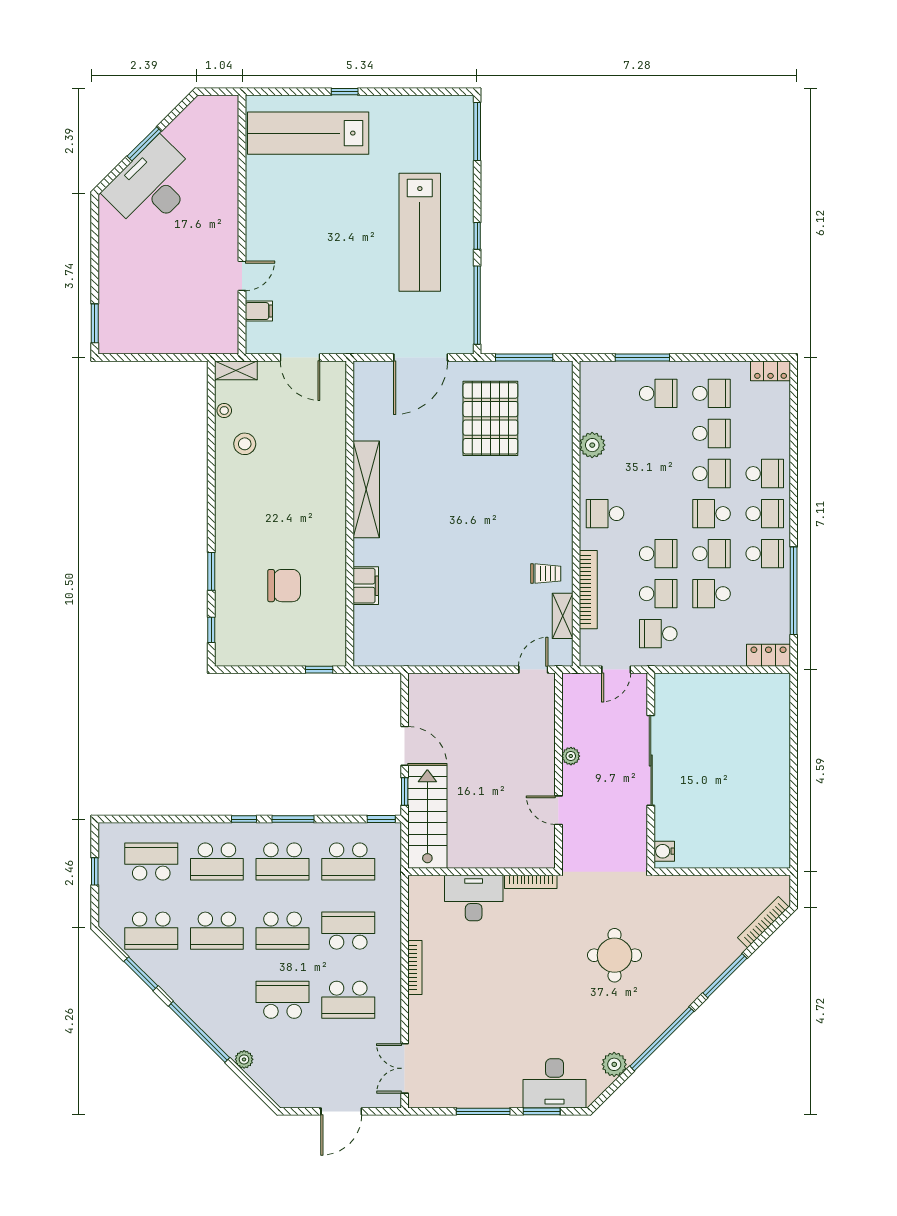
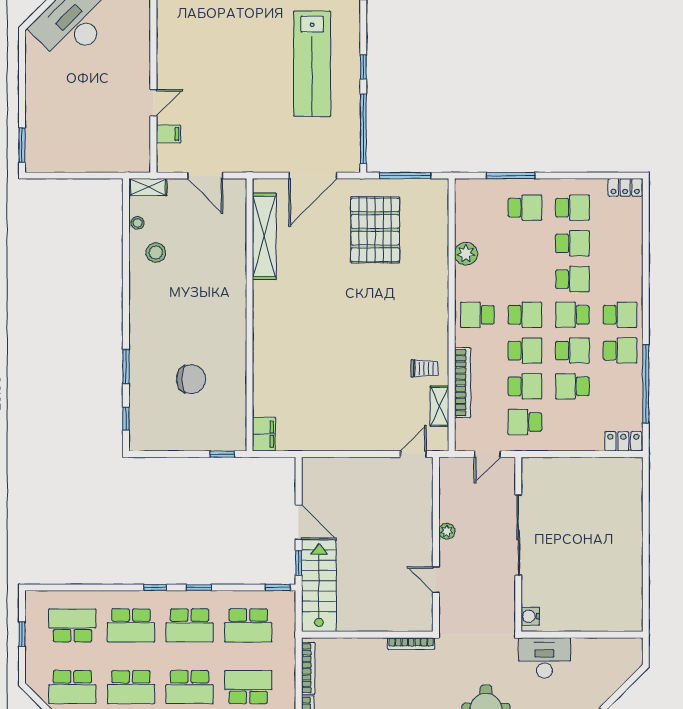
school desk: (765, 474) -> (525, 315), moved
shelving: (366, 489) -> (264, 236), moved
filing cabinet: (366, 586) -> (264, 434), moved
window: (293, 819) -> (199, 587), width x0.67
desk: (474, 898) -> (544, 658), moved
bookcase: (763, 922) -> (308, 668), moved, turned 135

